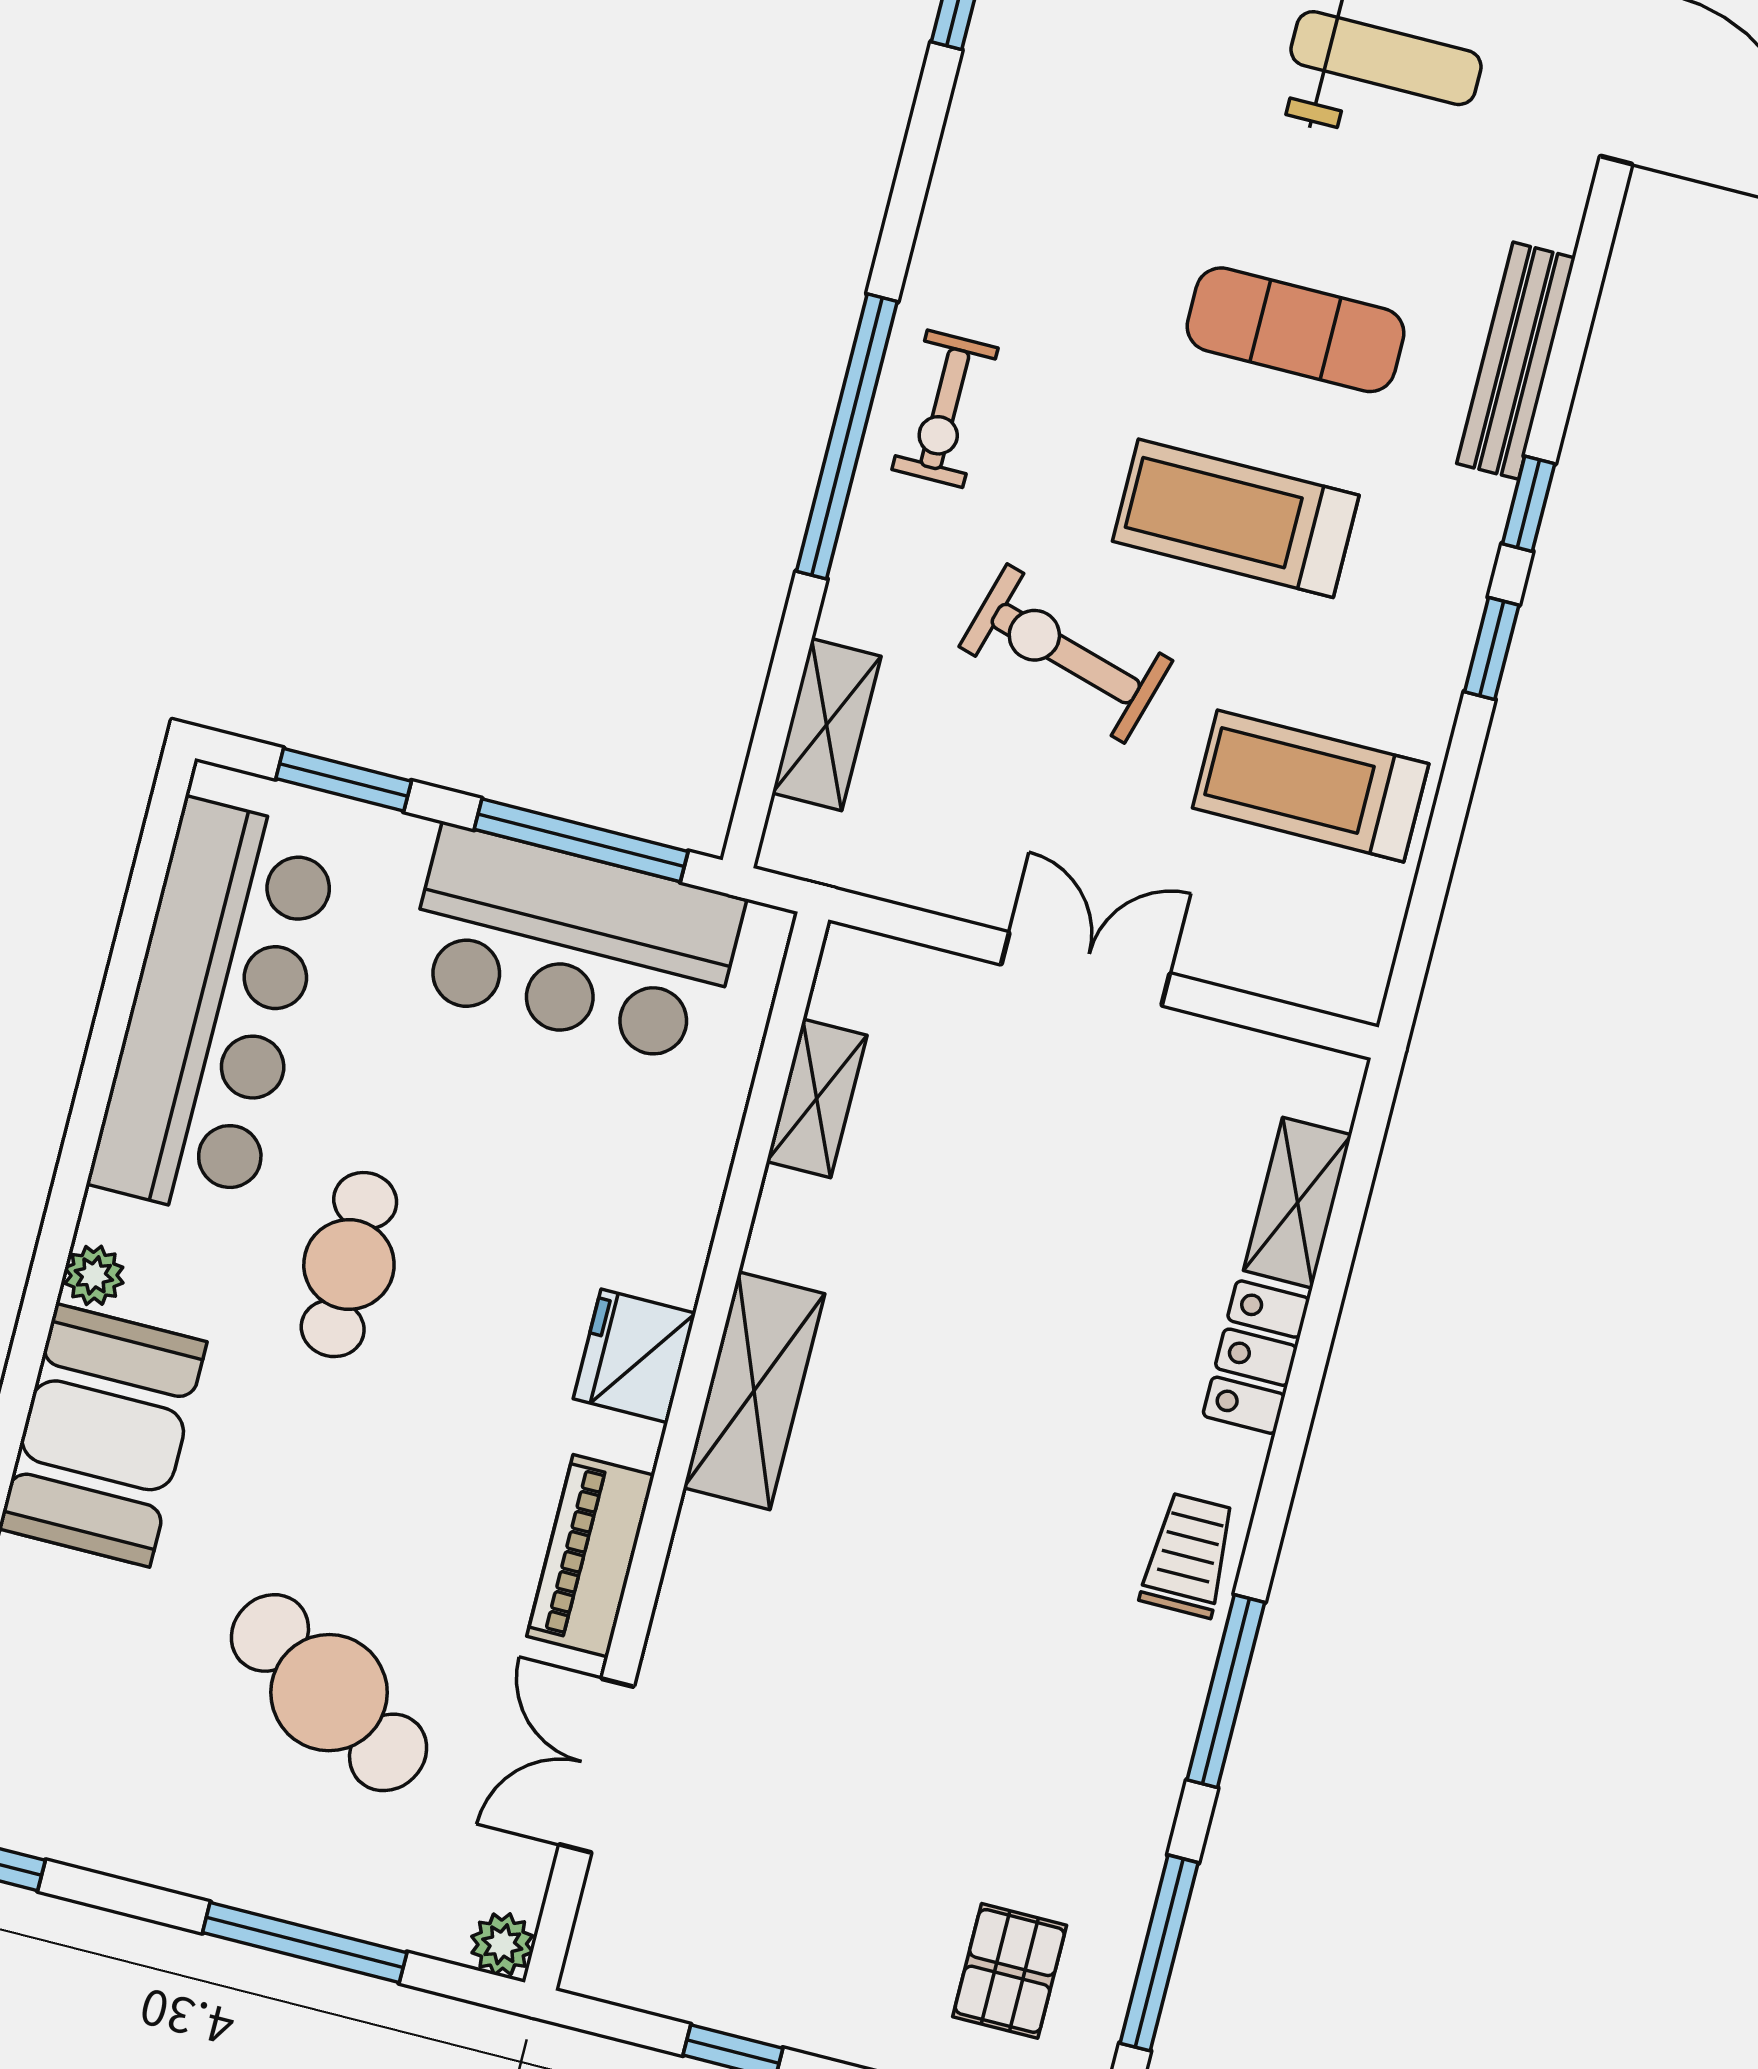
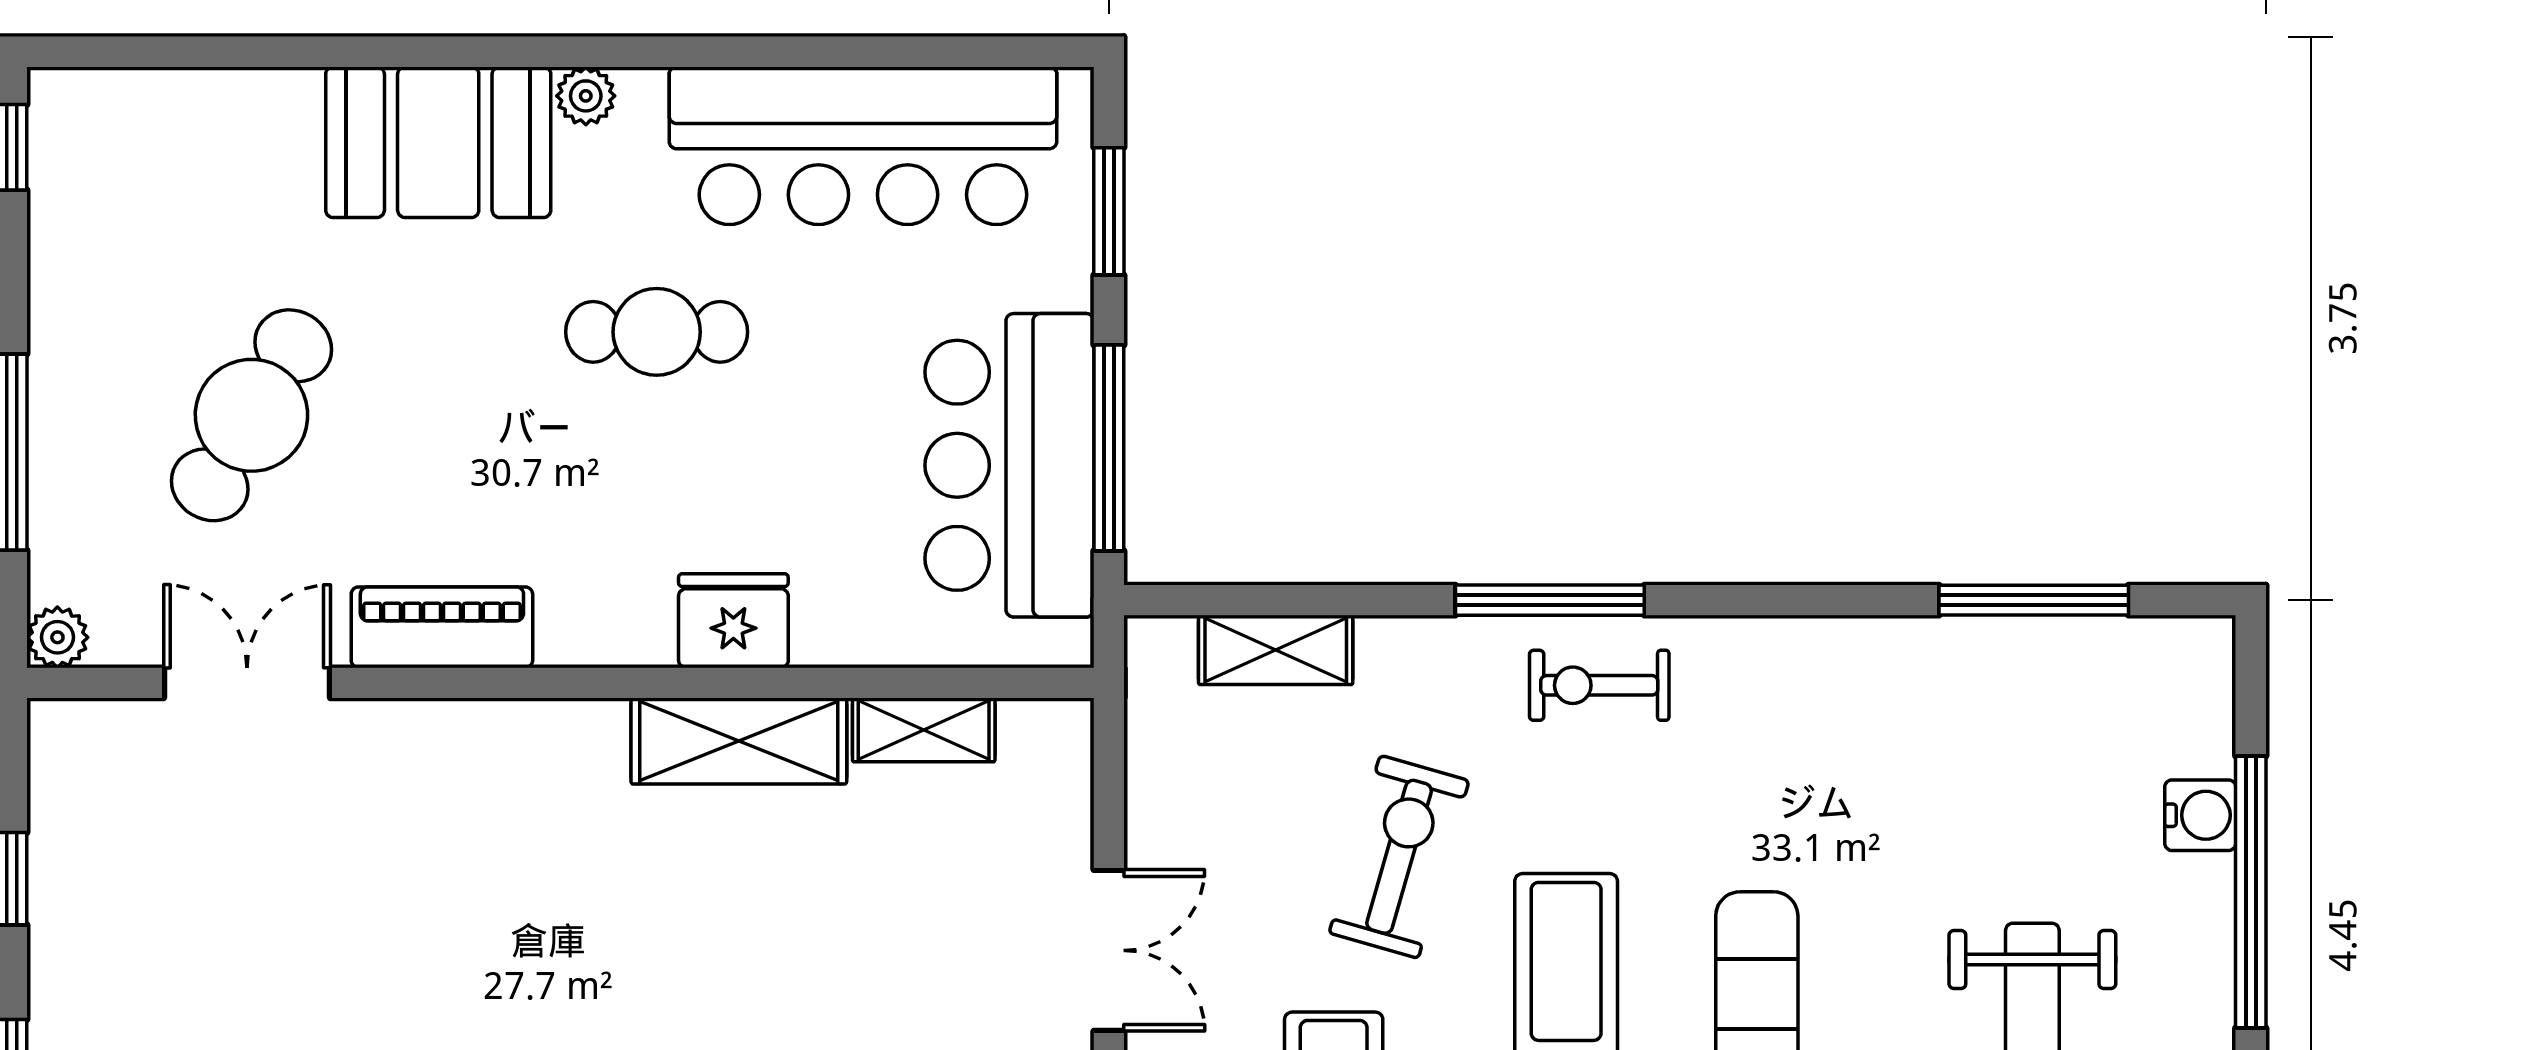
window: (847, 436) -> (1550, 600), width x0.68
fridge: (634, 1356) -> (733, 621), moved
shelving: (754, 1391) -> (739, 741), moved

